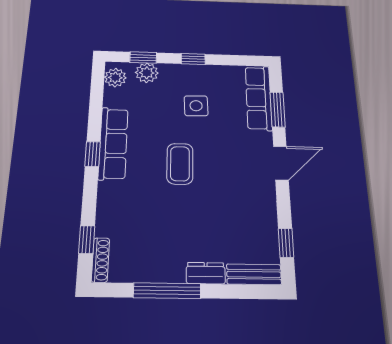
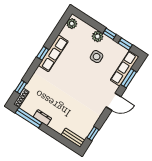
window: (143, 58) -> (125, 44), moved
plant: (147, 73) -> (98, 36), moved
coffee table: (180, 164) -> (74, 78), removed
dresser: (206, 273) -> (42, 118), moved
window: (167, 291) -> (29, 118), moved

